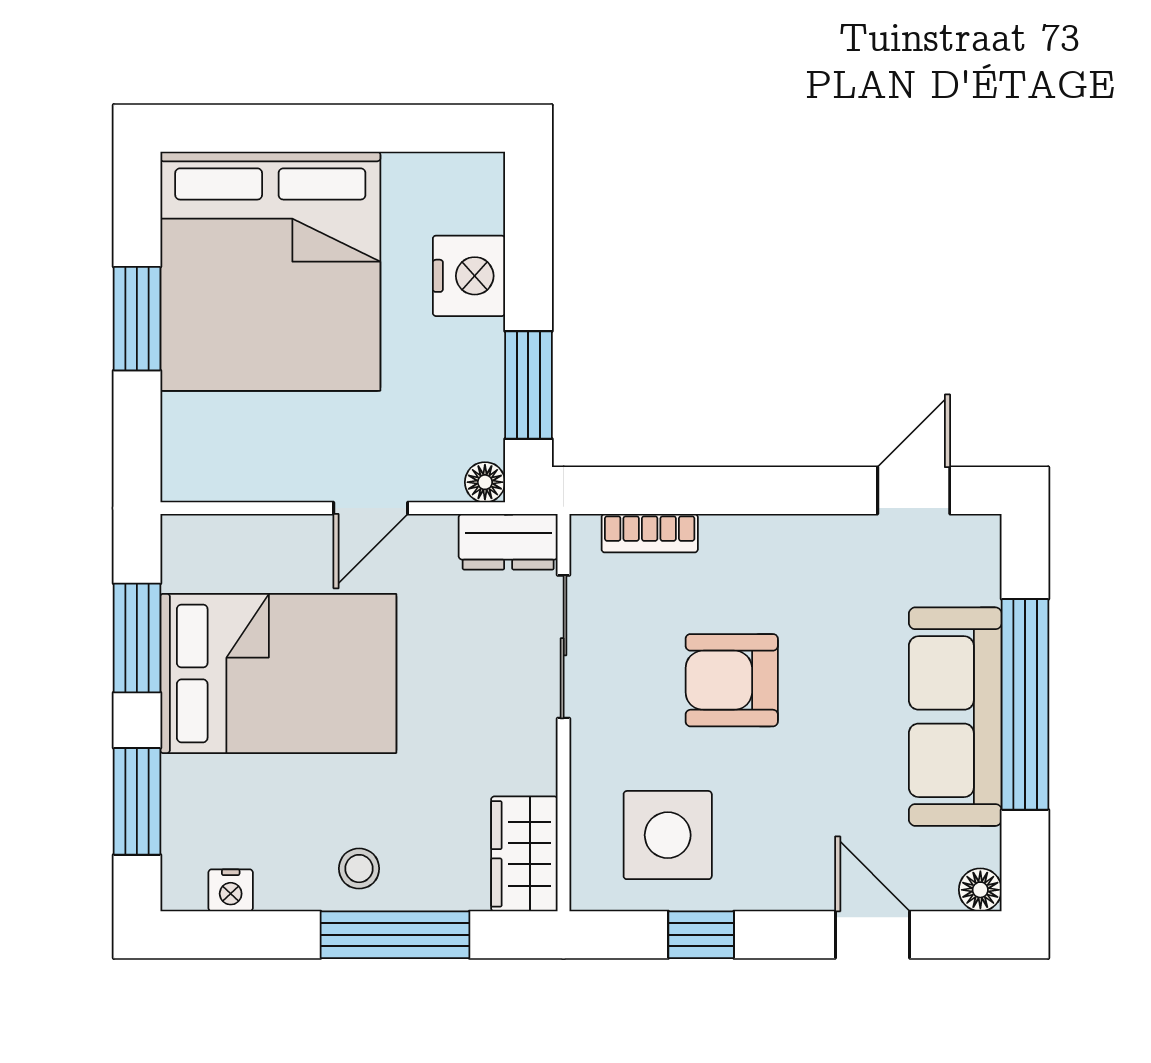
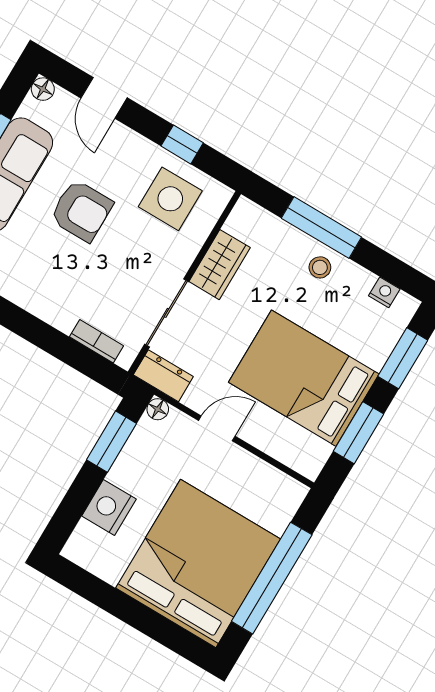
window: (137, 319) -> (272, 578), width x2.11
armchair: (732, 680) -> (81, 211), moved
wardrobe: (524, 854) -> (220, 265), moved

